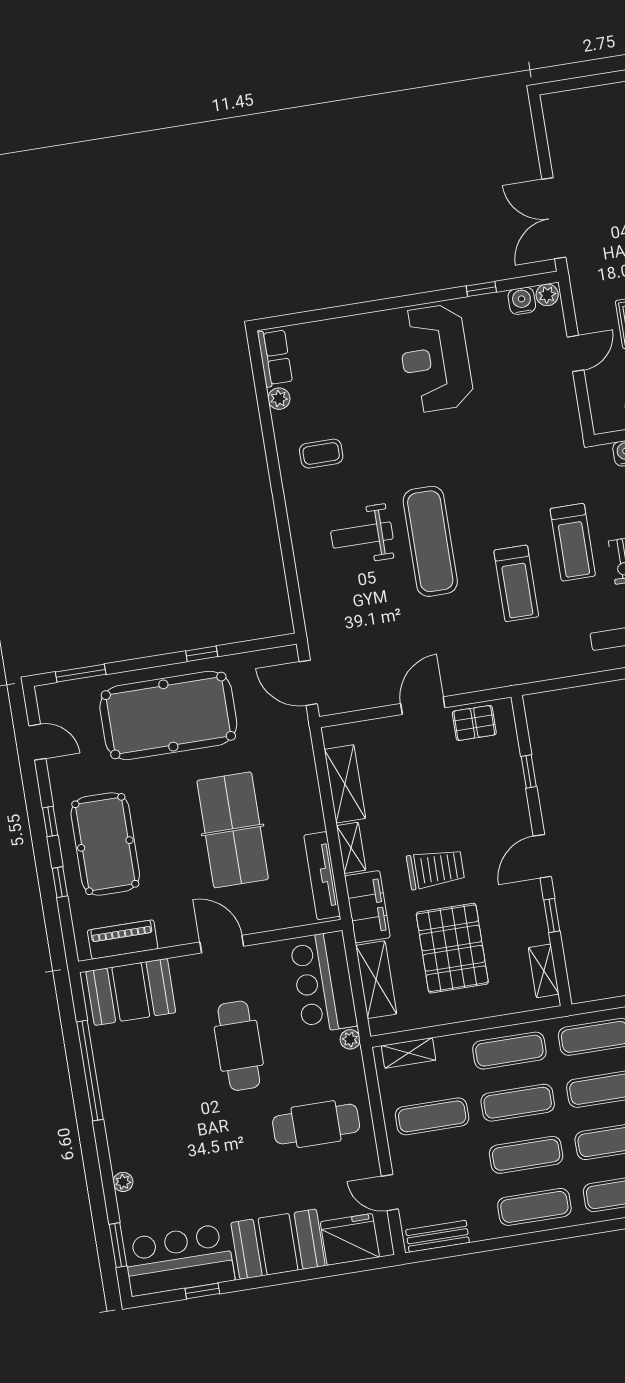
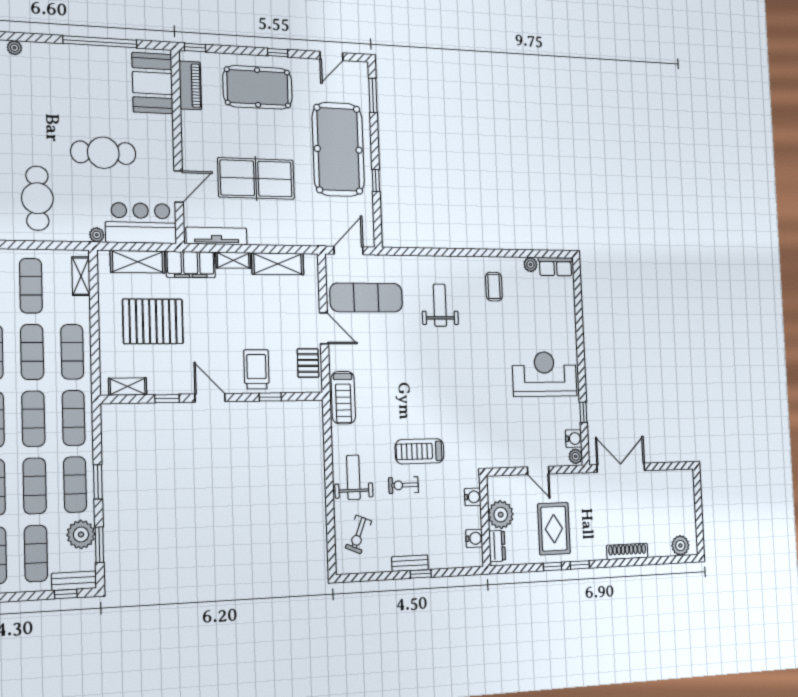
exercise mat: (430, 541) -> (366, 297), moved
treadmill: (516, 583) -> (343, 398), moved, turned -90
trolley: (436, 869) -> (256, 369), moved, turned 180
window: (60, 882) -> (195, 48), moved
door: (222, 944) -> (179, 187), moved

